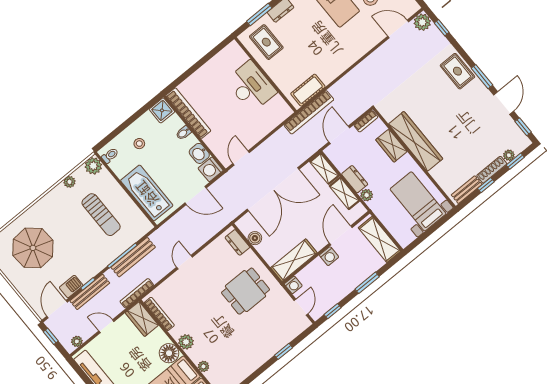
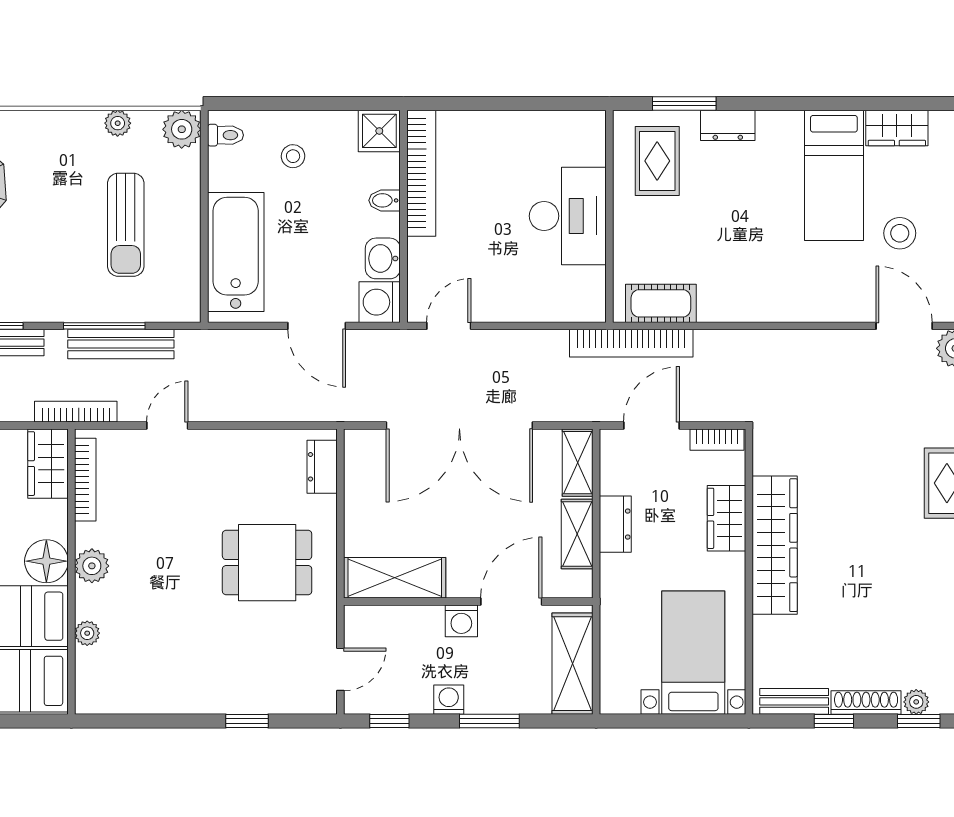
plant: (367, 195) -> (613, 569), removed
boiler: (255, 238) -> (359, 484), removed
door: (184, 262) -> (167, 426), moved
washing machine: (293, 285) -> (449, 700), moved, turned 180

